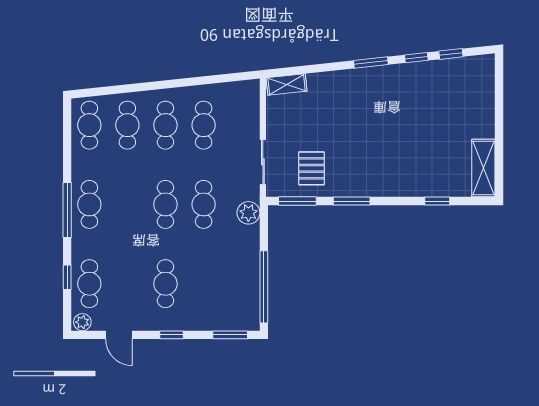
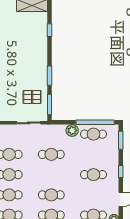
cafe table: (165, 204) -> (51, 195), moved
plant: (248, 213) -> (72, 130), moved
cafe table: (242, 284) -> (93, 134), added

